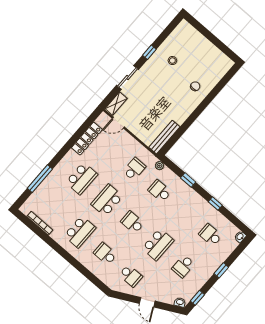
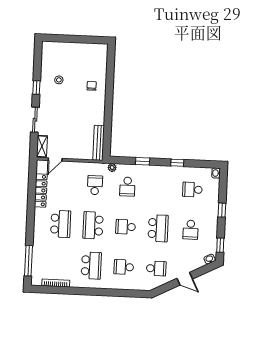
window: (40, 179) -> (28, 261), moved
school desk: (160, 191) -> (127, 187), turned -90

